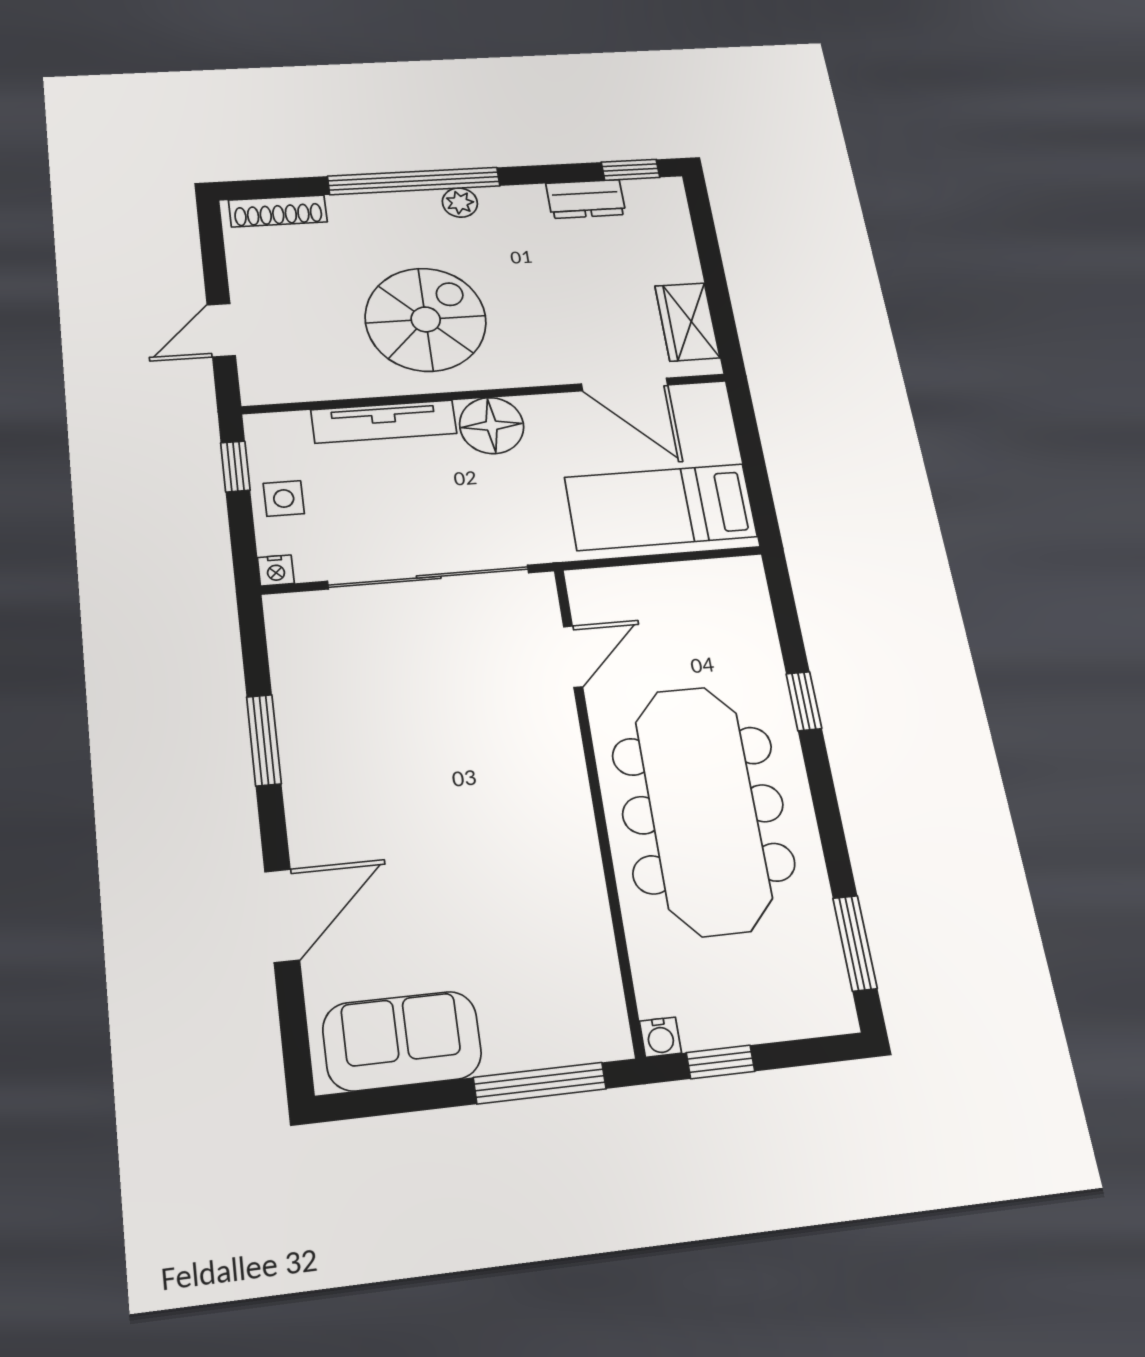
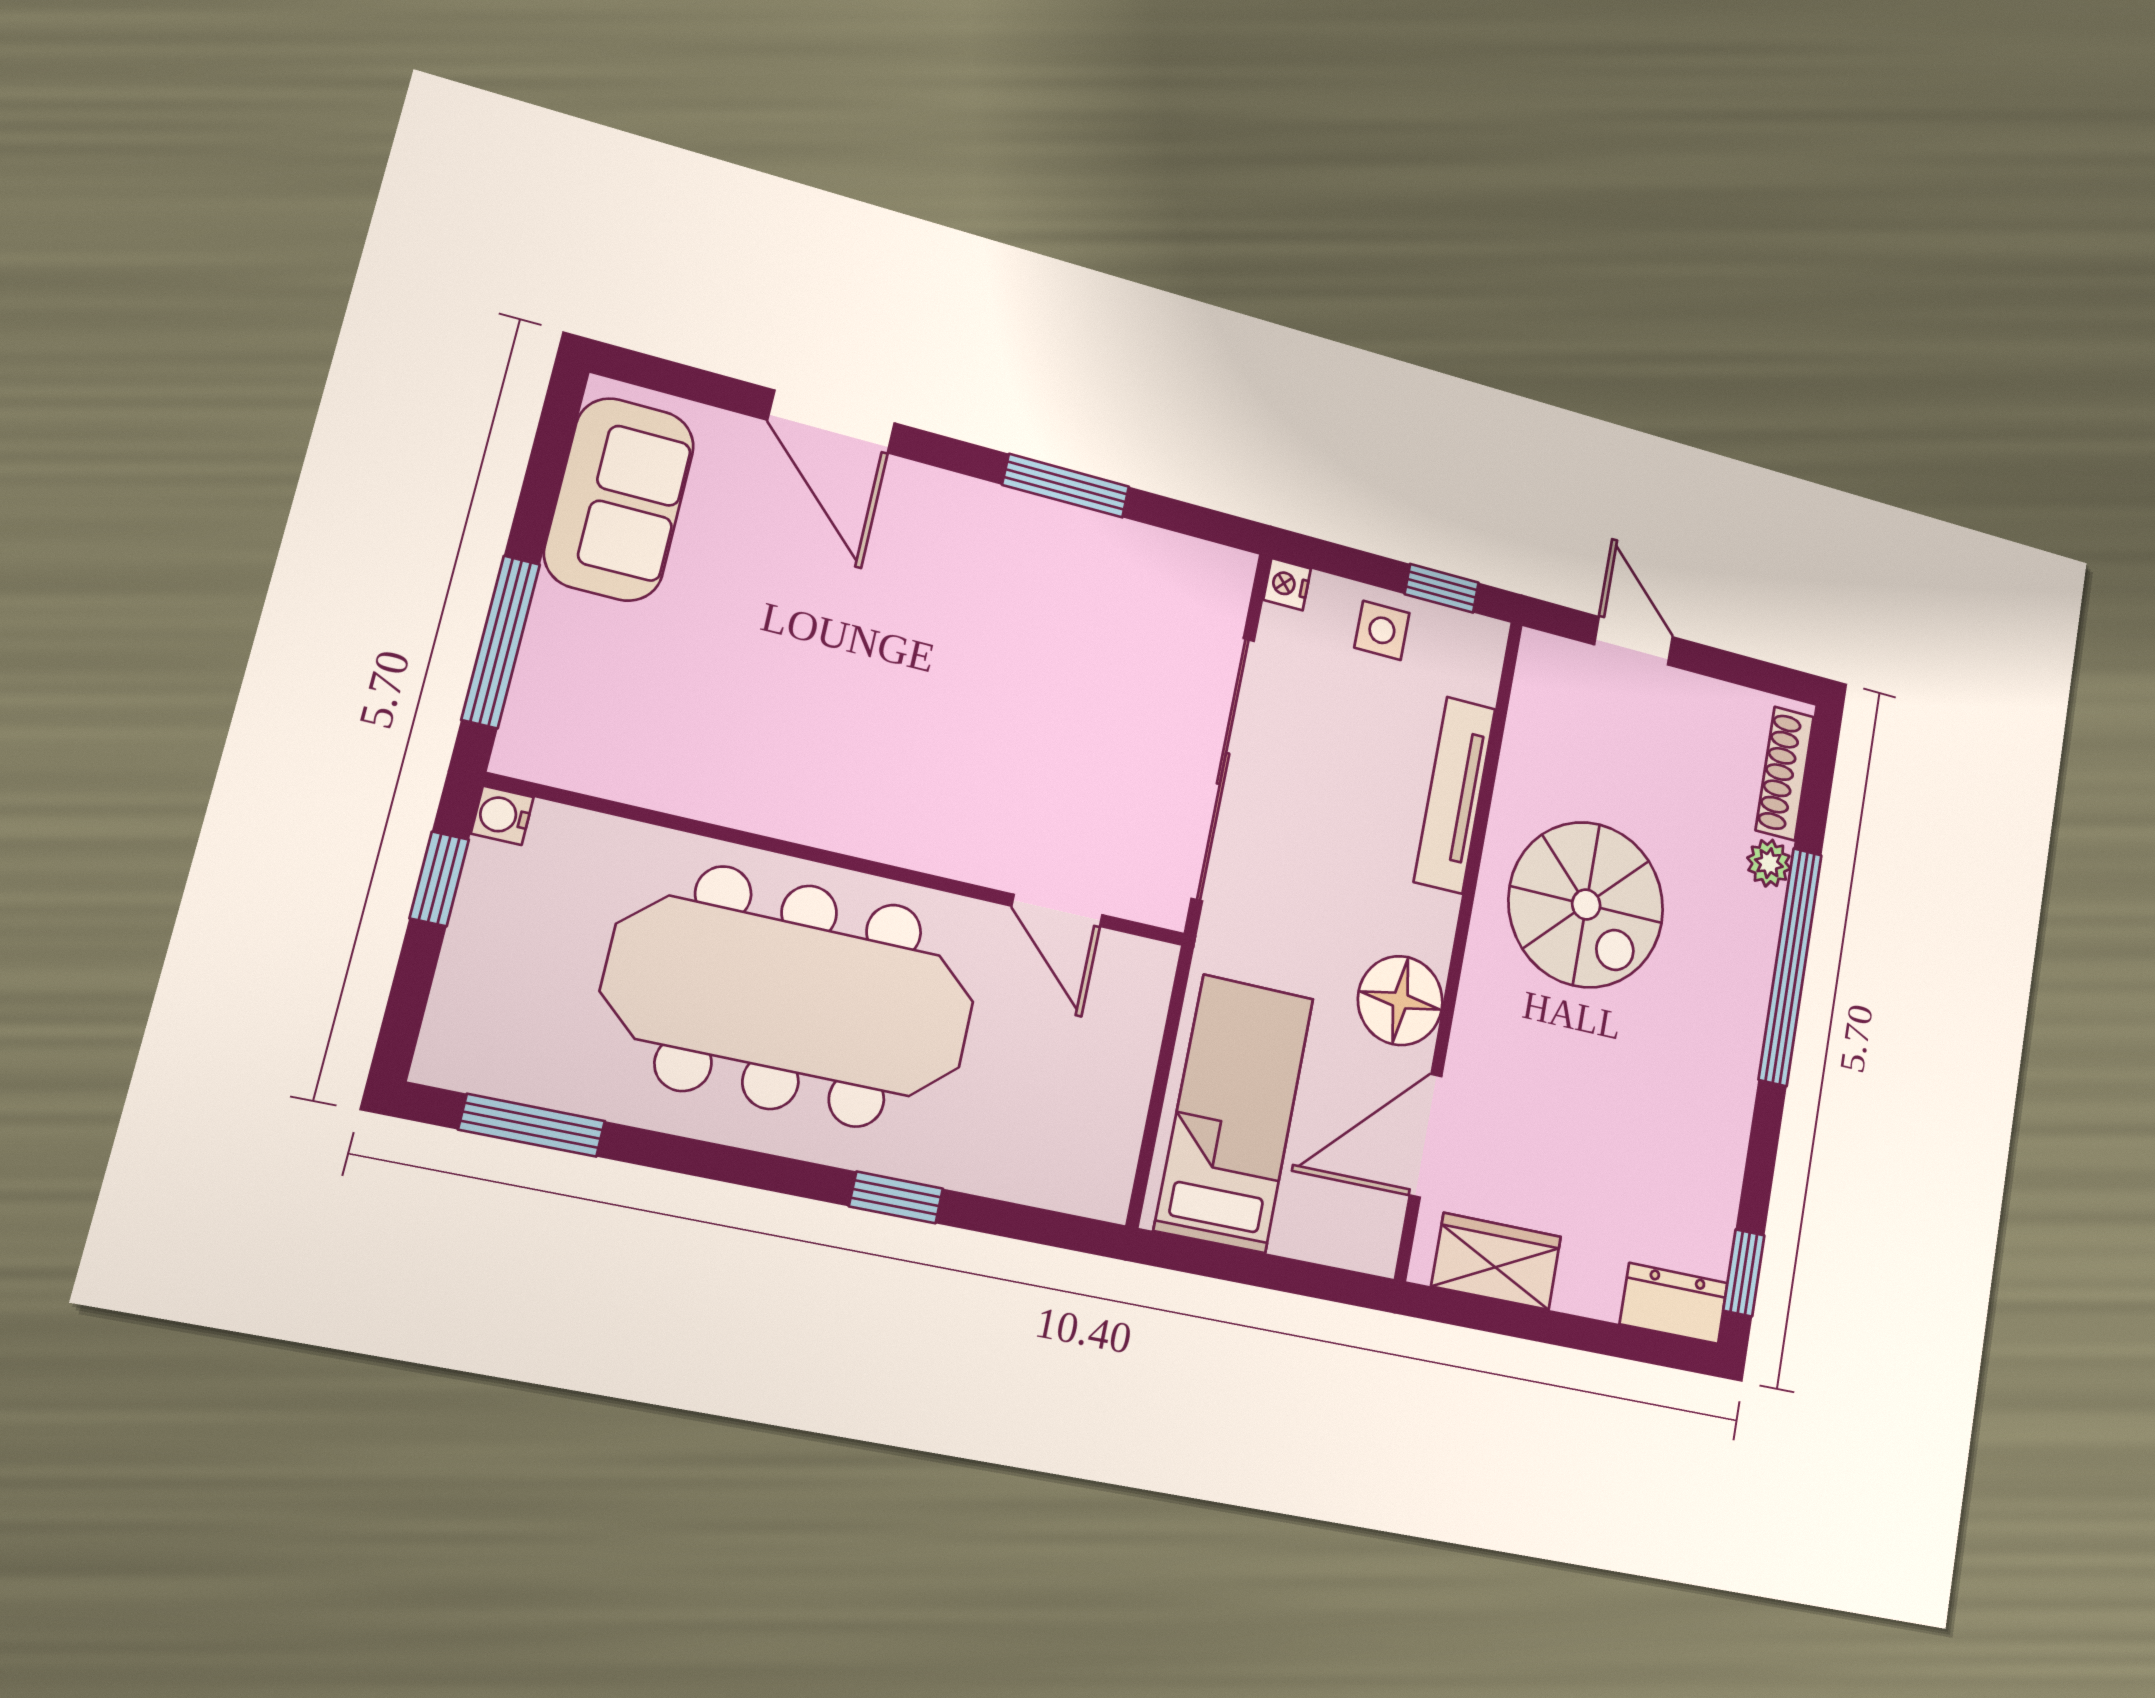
dresser: (586, 199) -> (1674, 1303), moved, turned 90
plant: (460, 203) -> (1769, 863), moved
floor lamp: (492, 426) -> (1400, 1001), moved

